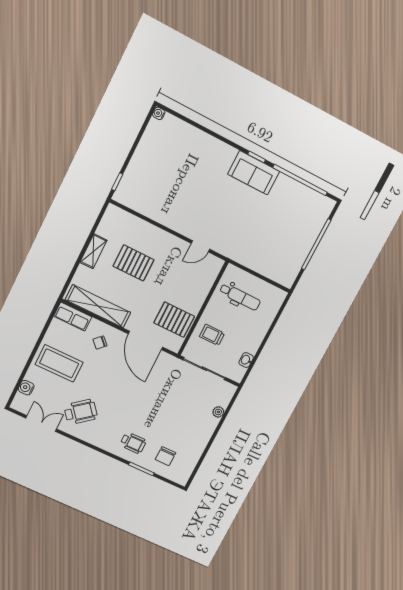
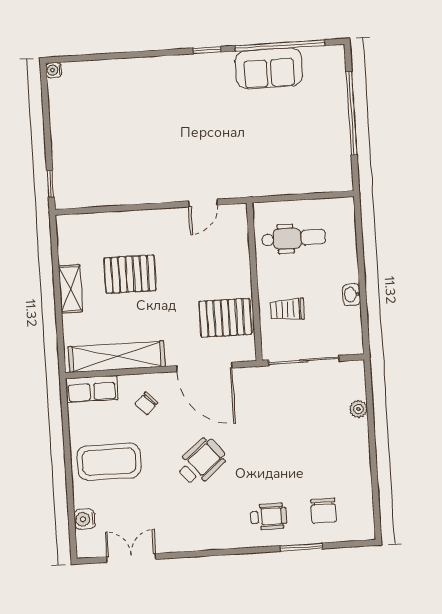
sofa: (254, 173) -> (269, 68), moved
washbasin: (246, 360) -> (351, 295), moved
wheelchair: (81, 412) -> (201, 462), moved

